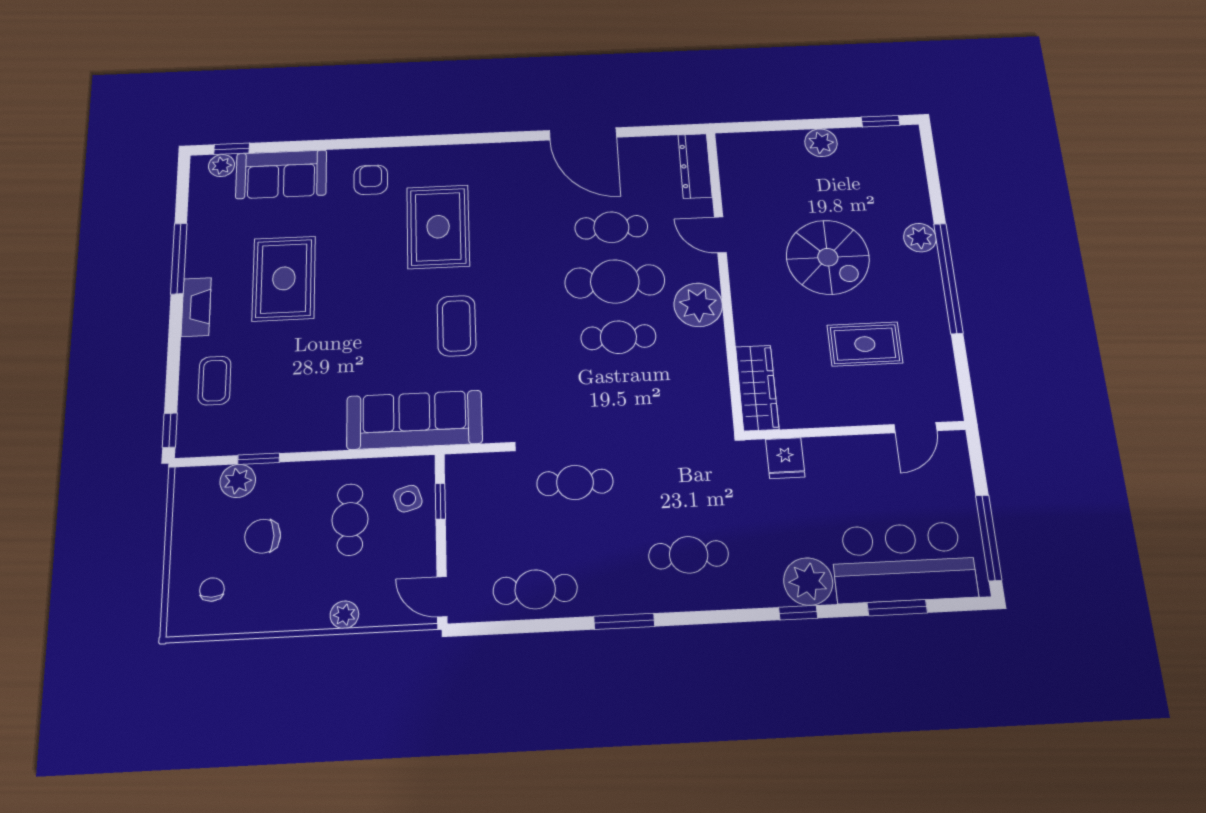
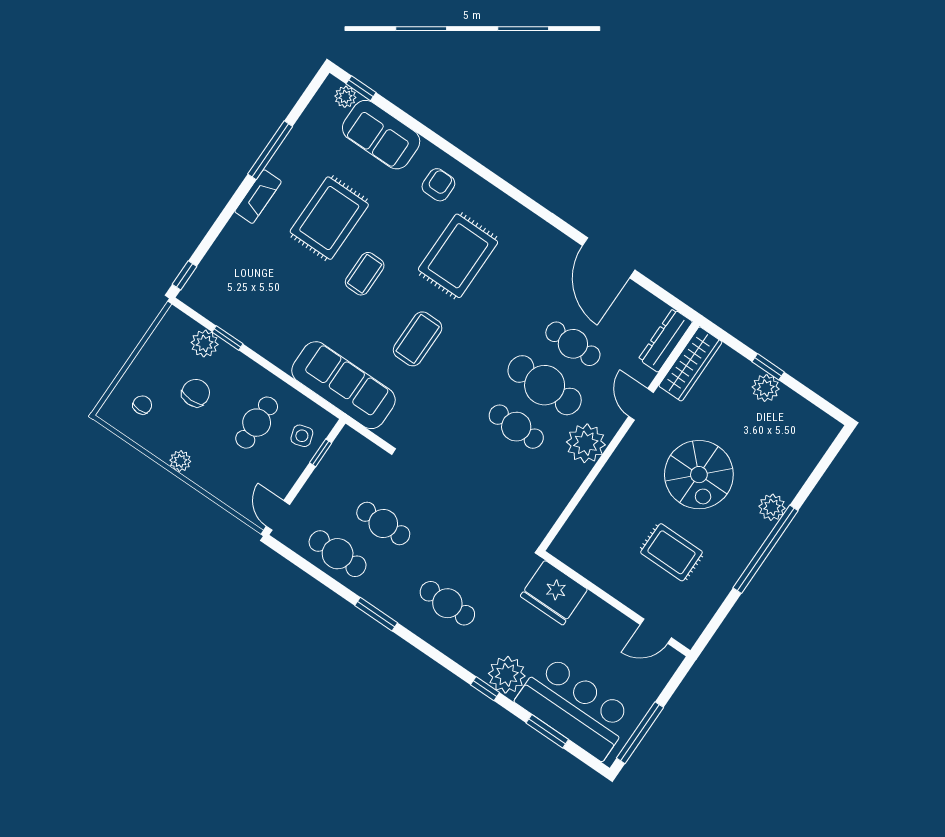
window: (881, 121) -> (768, 367), moved
coffee table: (215, 381) -> (365, 274), moved
wardrobe: (757, 388) -> (690, 364), moved
fridge: (785, 458) -> (554, 593), width x1.88, depth x1.34
cafe table: (575, 482) -> (383, 524), moved
chair: (263, 536) -> (196, 393), turned 90
plant: (344, 615) -> (180, 461), moved

